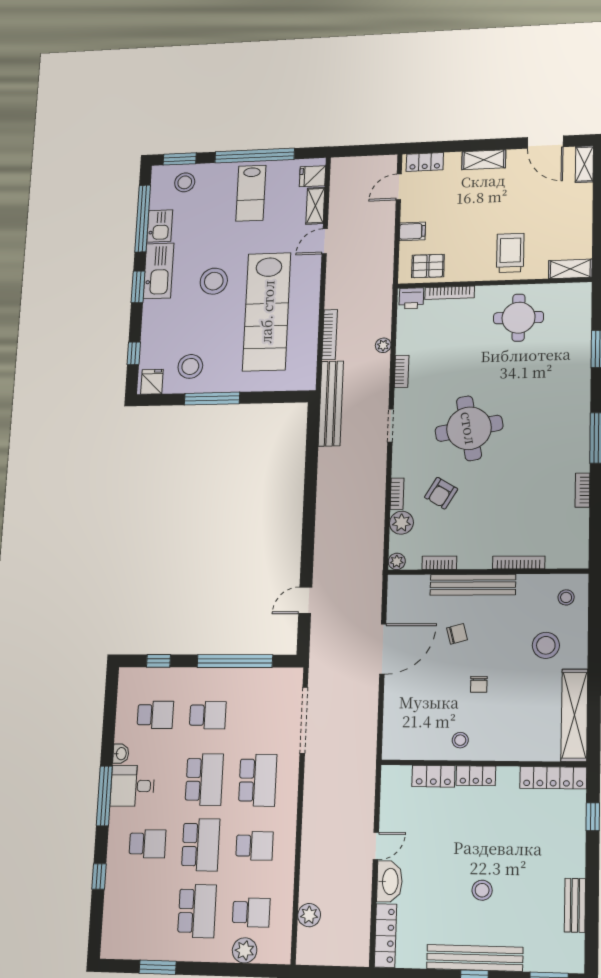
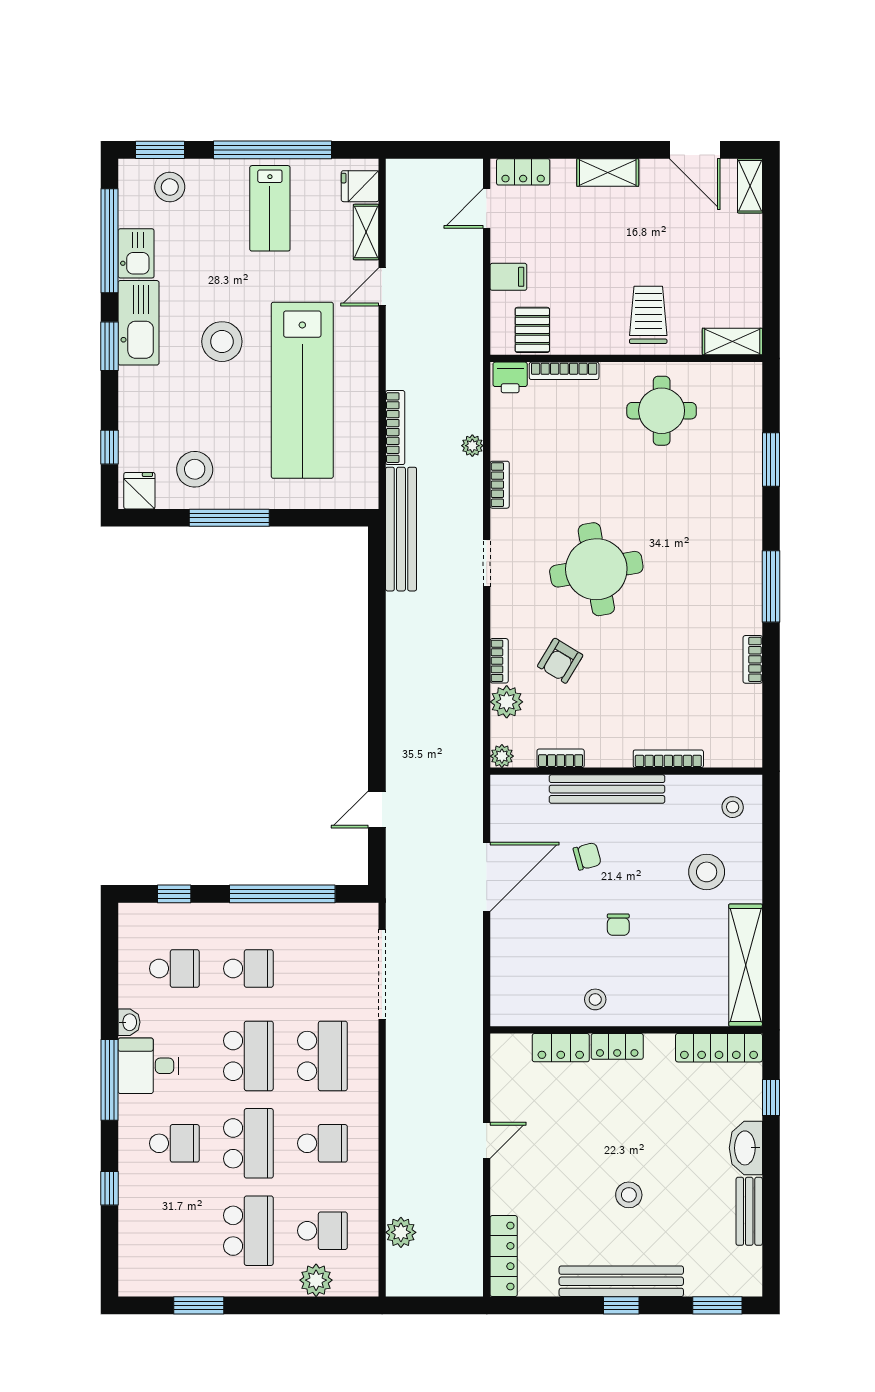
pallet: (428, 266) -> (532, 330), turned 90
washbasin: (390, 881) -> (746, 1148), moved, turned 180

